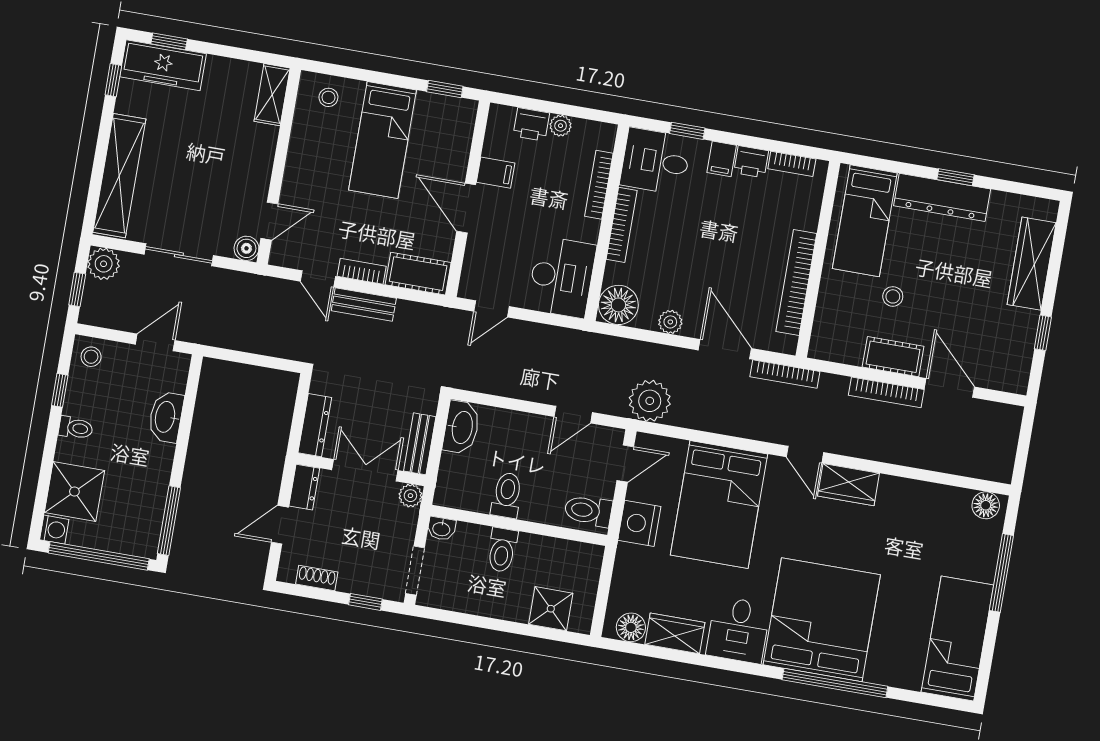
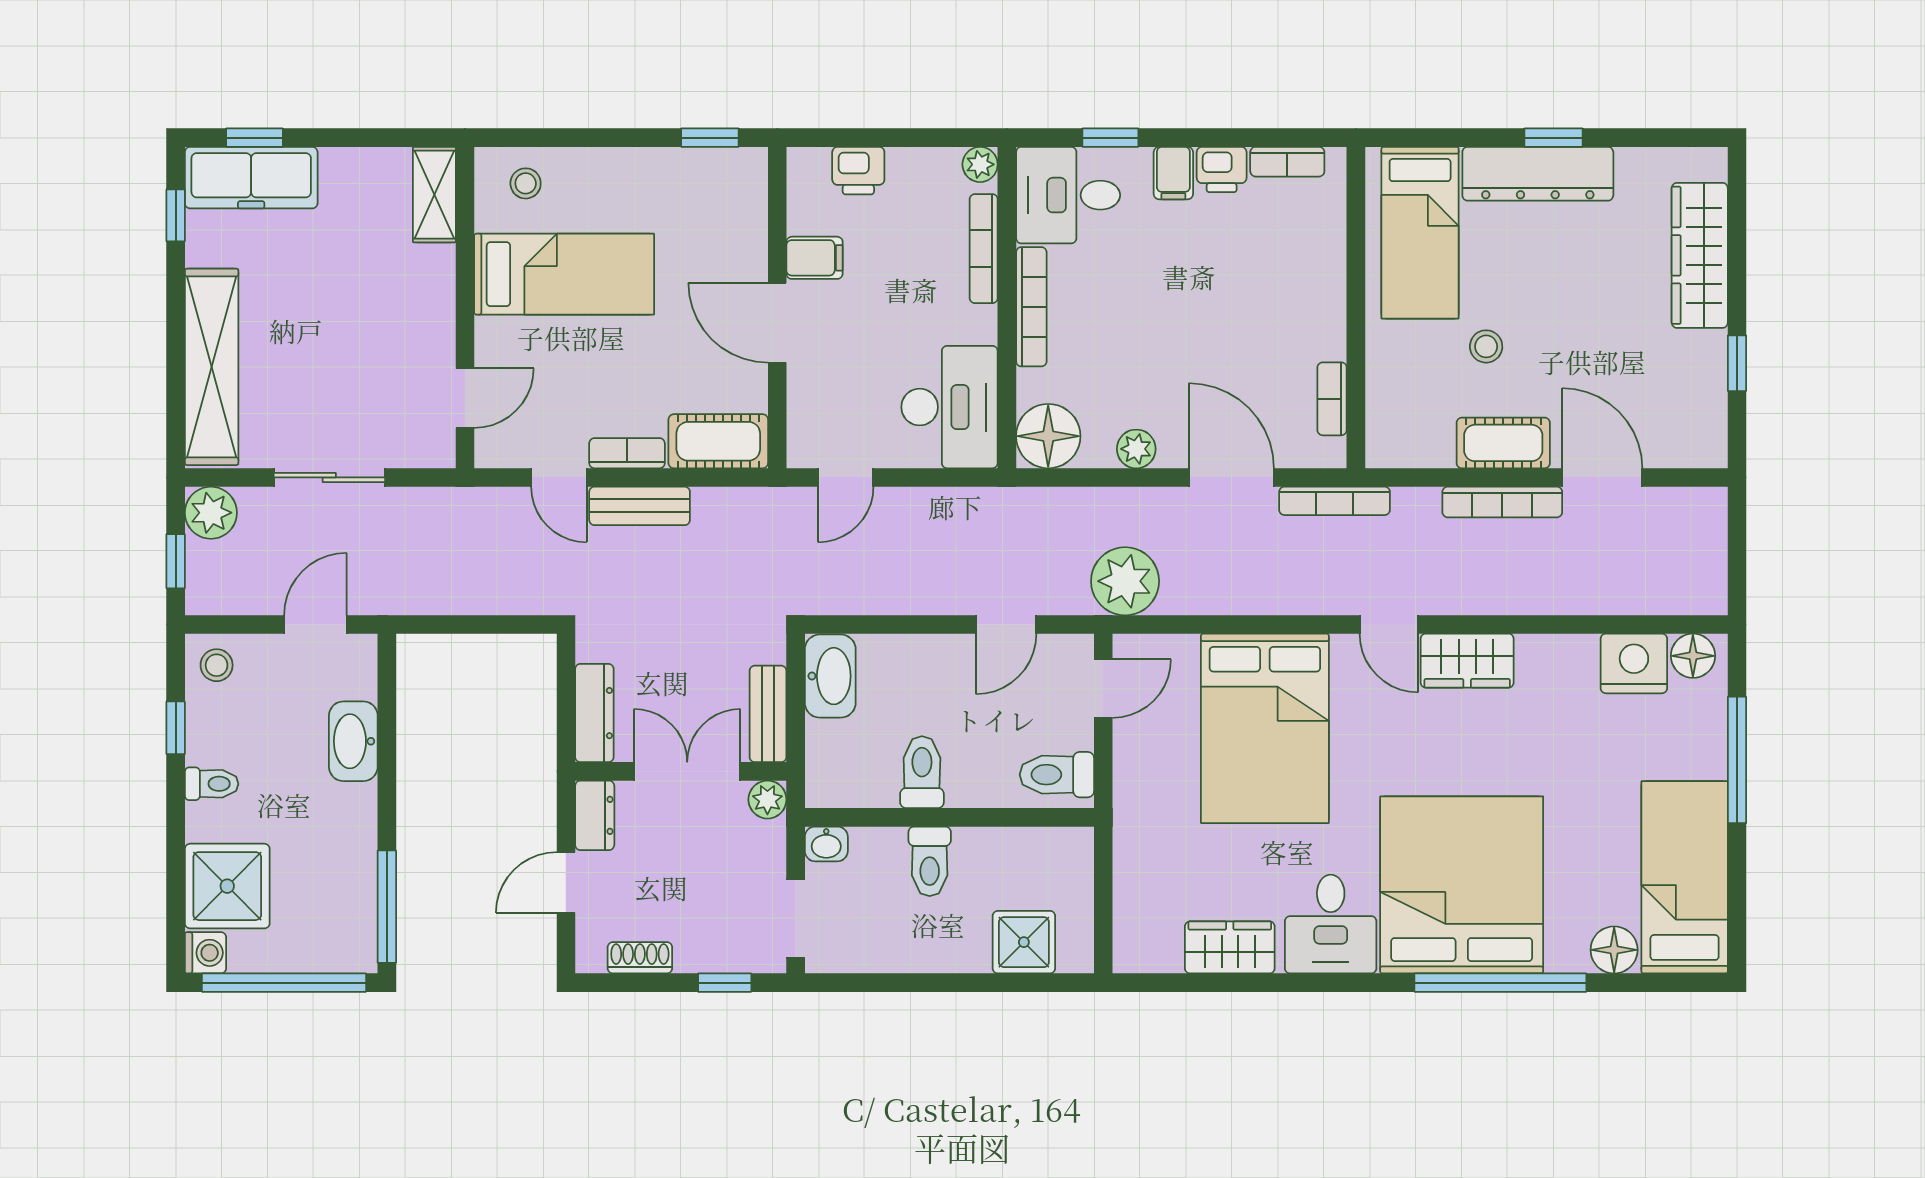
plant: (561, 126) -> (980, 164), moved
bed: (383, 140) -> (564, 274), moved, turned -90
boiler: (246, 248) -> (436, 448), removed
bookcase: (796, 283) -> (1332, 399), width x0.43, depth x0.76
nightstand: (639, 523) -> (1634, 663), moved, turned 90
floor lamp: (631, 627) -> (1614, 950), moved

